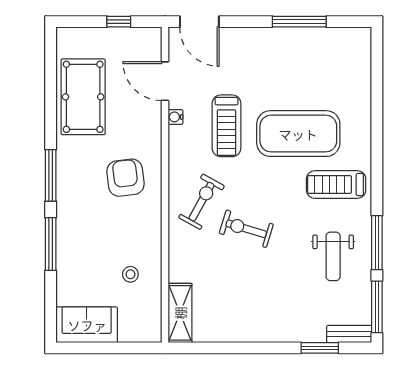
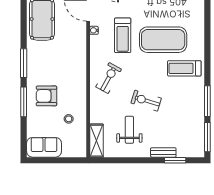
armchair: (125, 178) -> (46, 96), moved, turned -83
exercise bike: (246, 229) -> (146, 101), moved
weight bench: (333, 256) -> (129, 130), moved, turned 180
bench: (349, 334) -> (163, 152), moved

